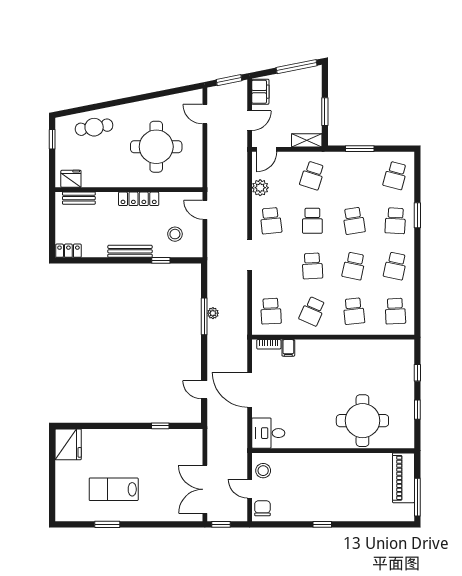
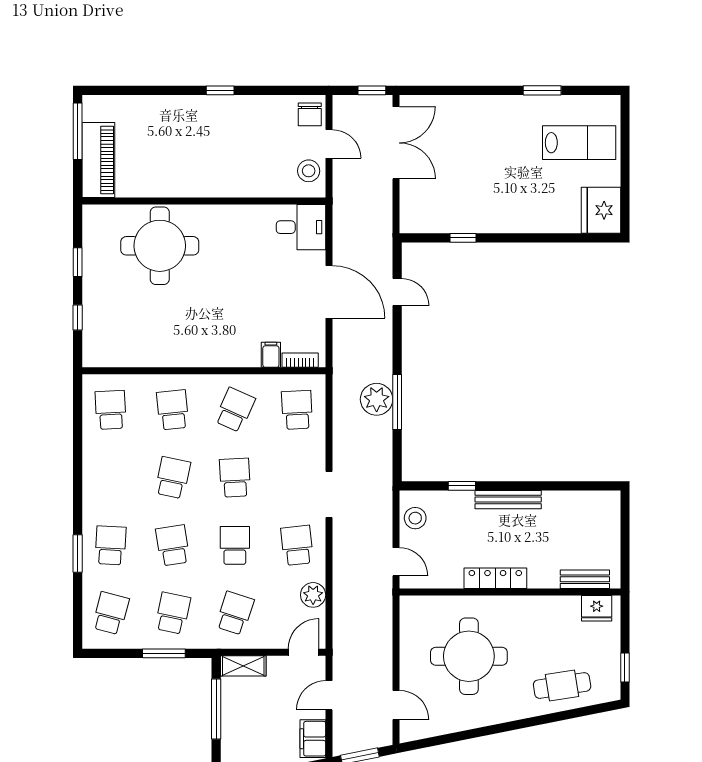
window: (325, 112) -> (216, 709), width x1.44
stool: (175, 234) -> (415, 518), moved
locker: (68, 251) -> (600, 500), removed
school desk: (395, 266) -> (173, 613), moved
plant: (213, 313) -> (377, 399), width x1.88, depth x1.88
lab bench: (114, 489) -> (579, 143), moved

